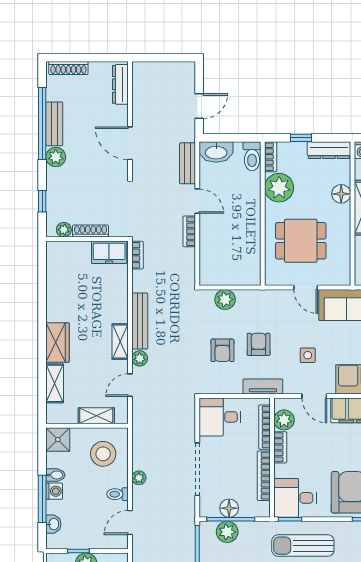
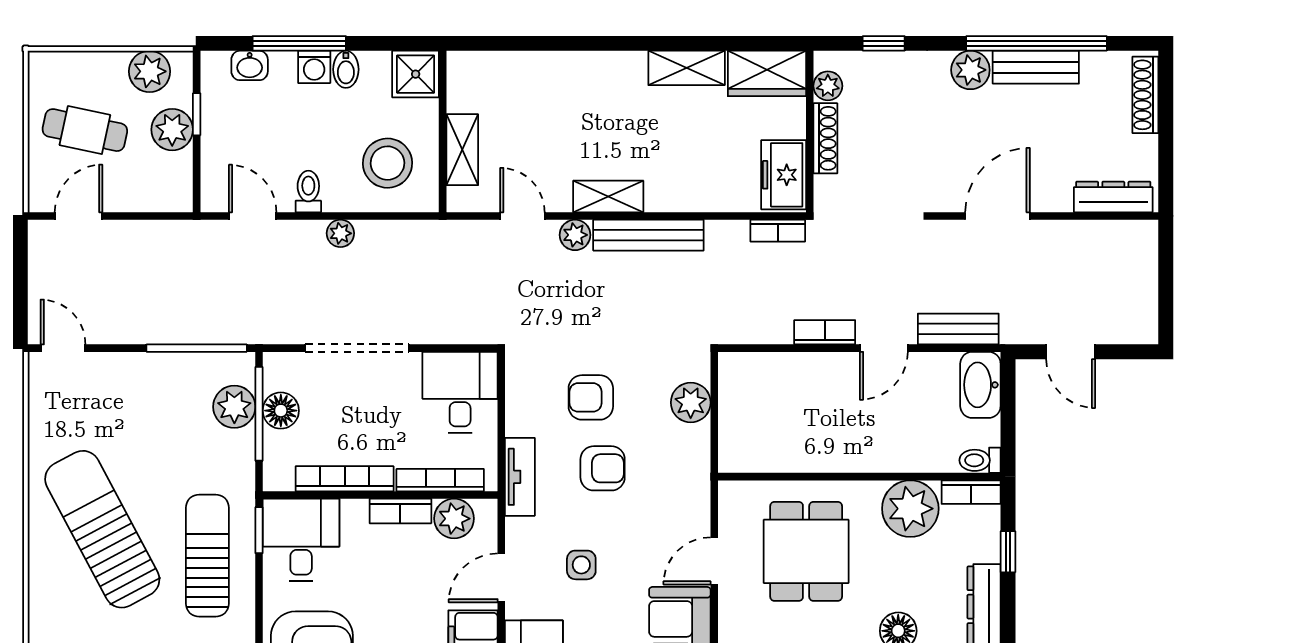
toilet: (252, 156) -> (980, 460), width x0.73, depth x0.72
wardrobe: (57, 342) -> (767, 73), moved
shelving: (55, 383) -> (687, 68), moved

